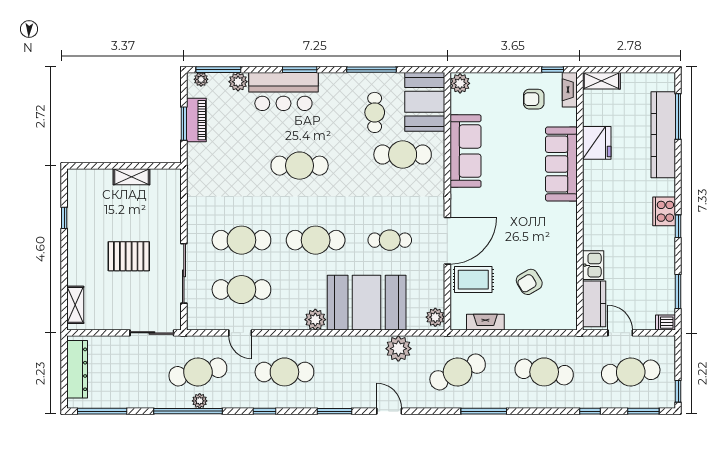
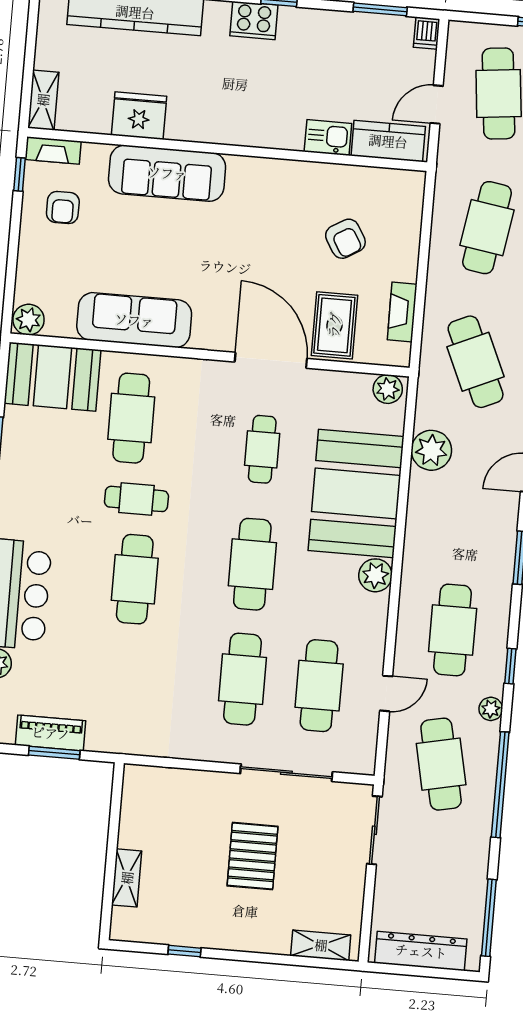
cafe table: (375, 112) -> (136, 499), moved
shelving: (132, 177) -> (127, 878), moved
plant: (200, 401) -> (491, 709), moved

